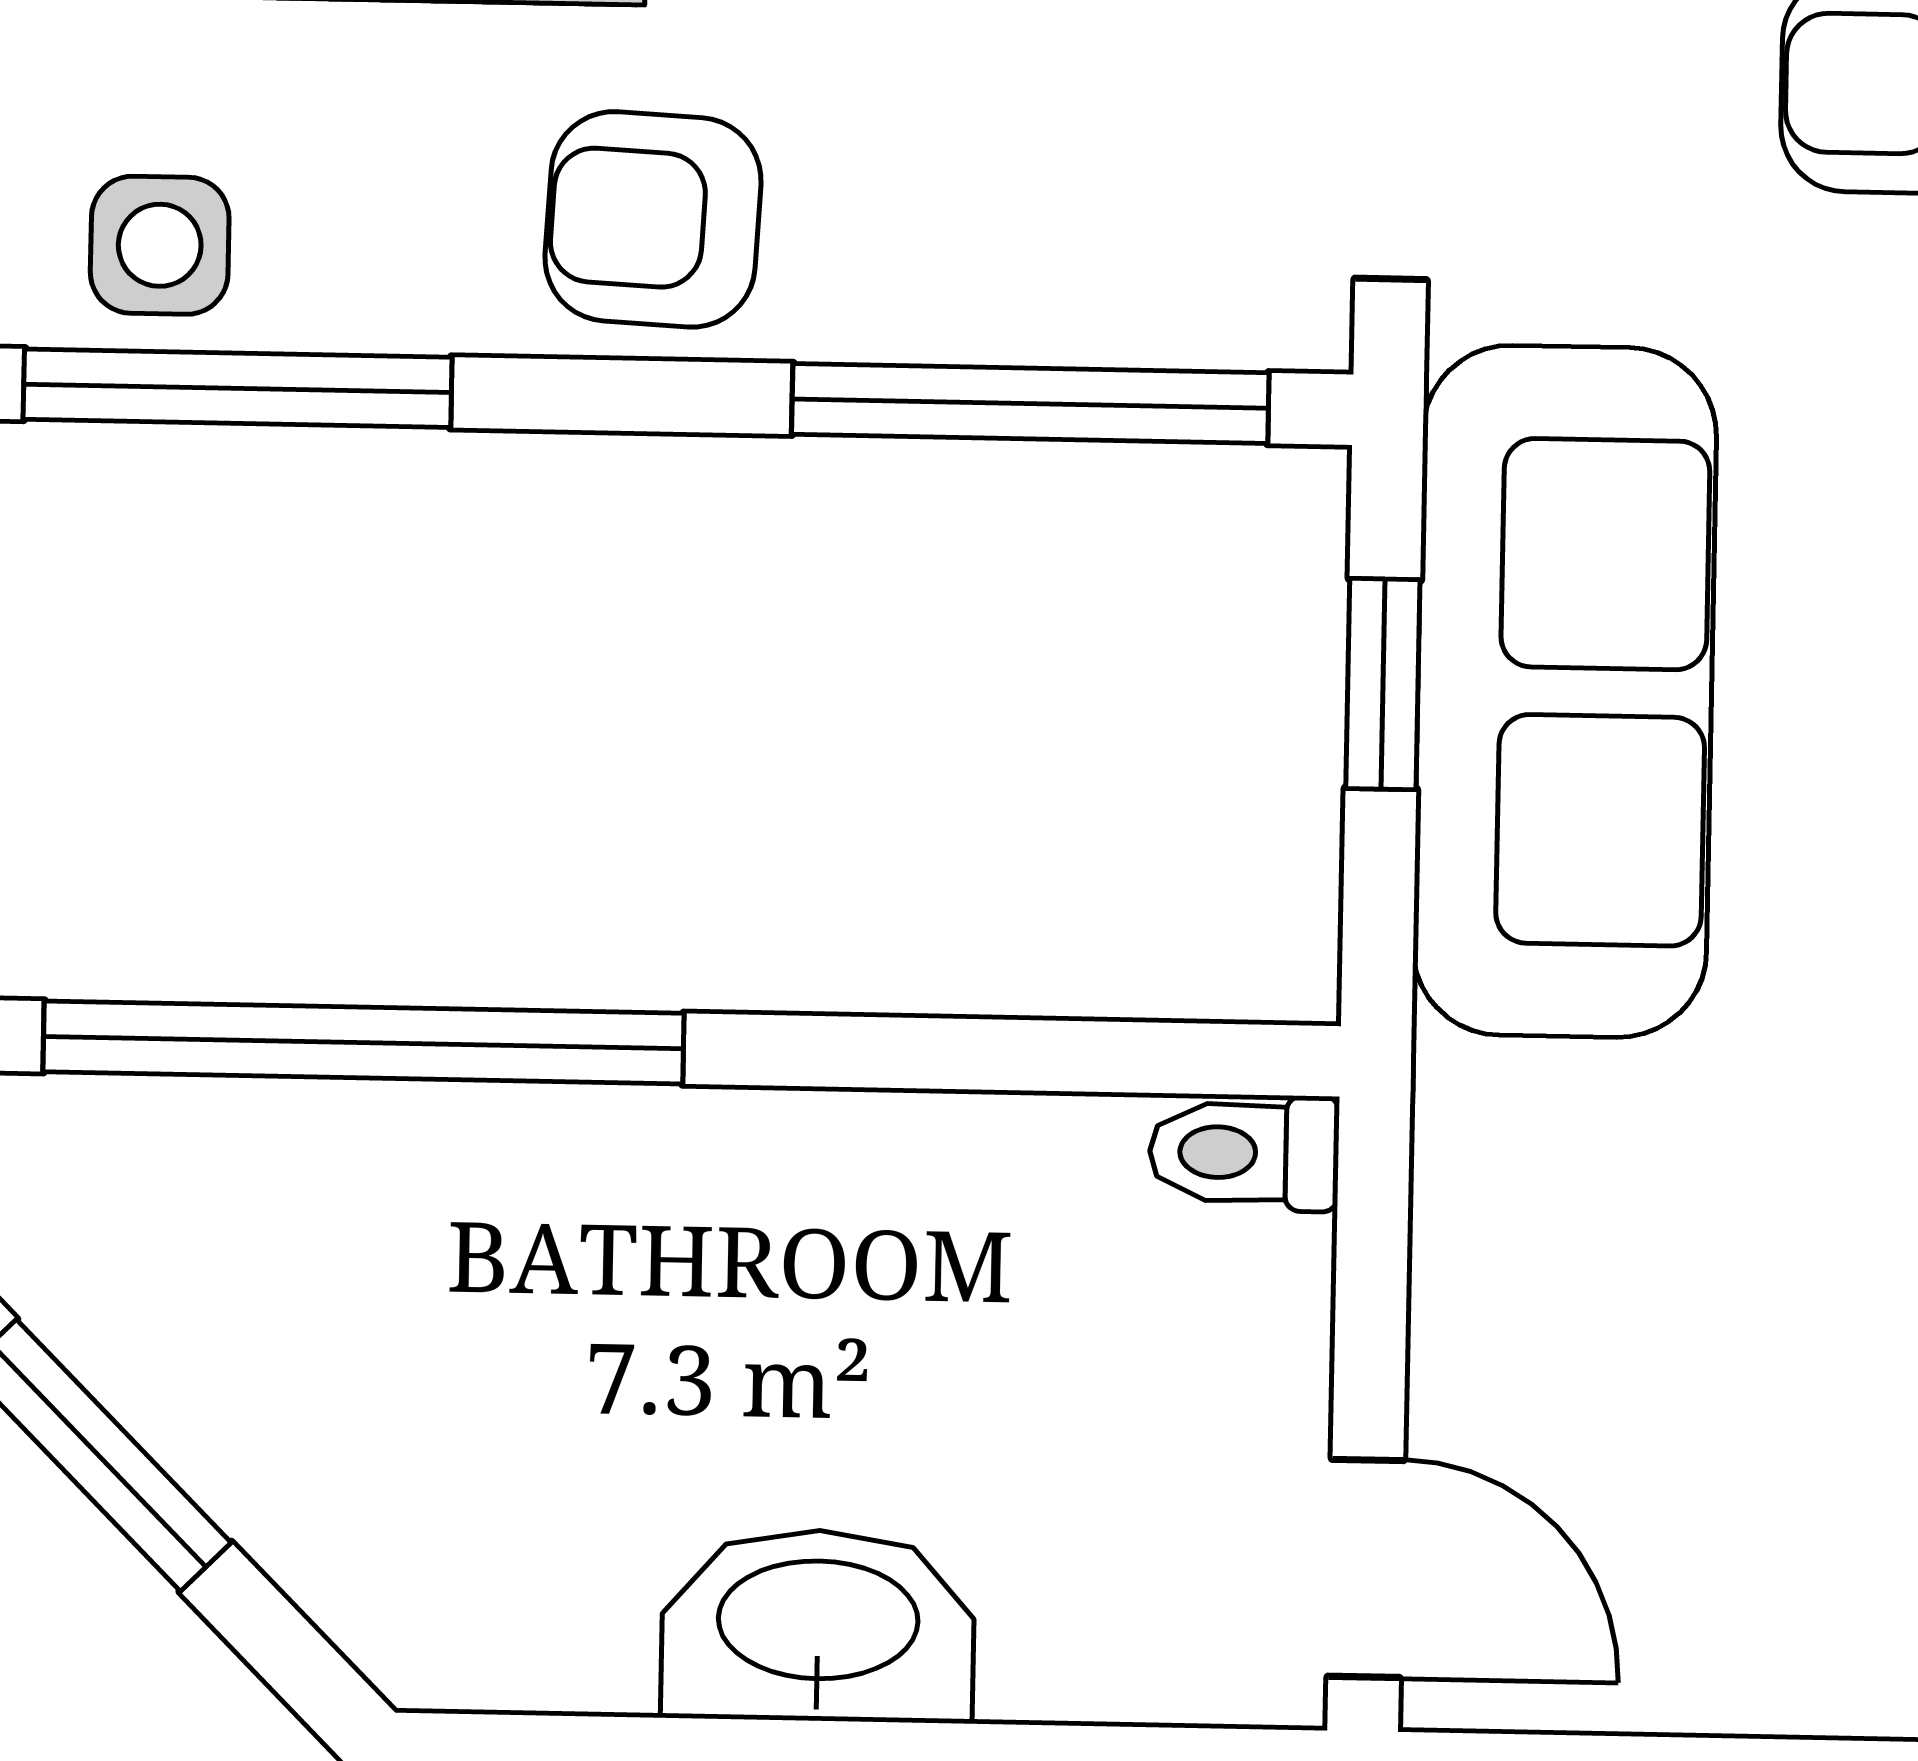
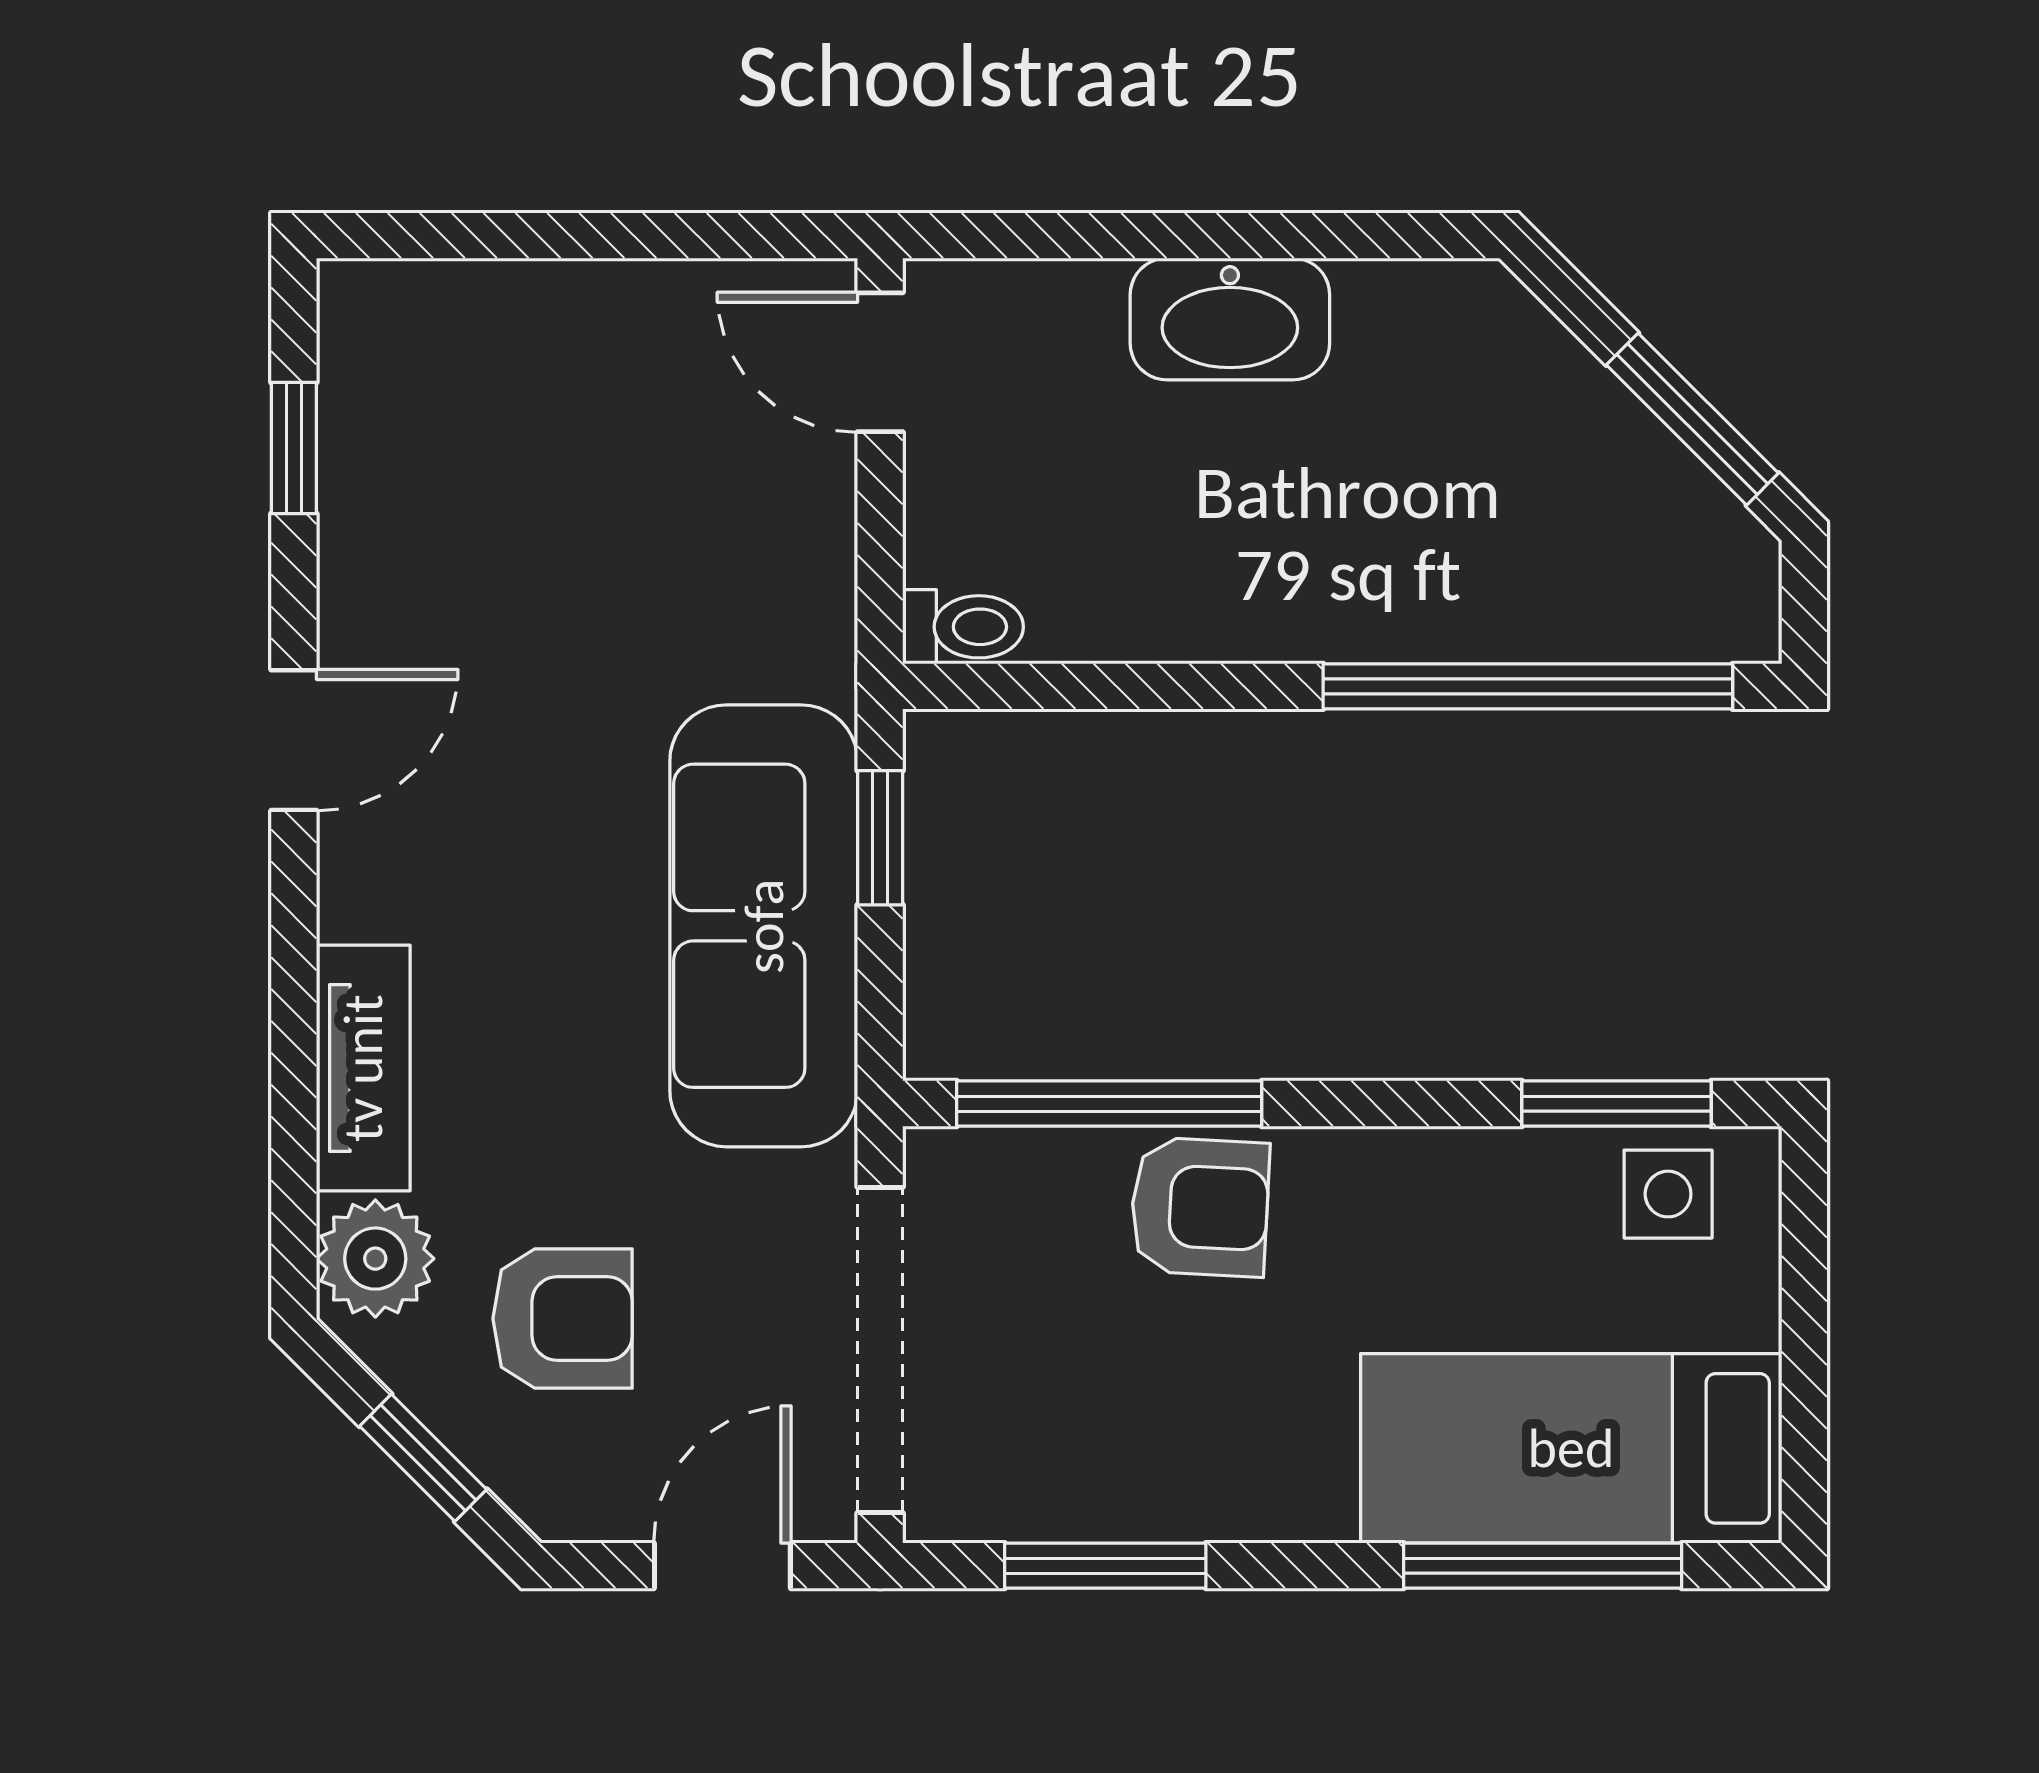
armchair: (653, 219) -> (1200, 1207), moved
window: (238, 388) -> (1616, 1104), width x0.69
window: (1383, 684) -> (880, 838), moved

